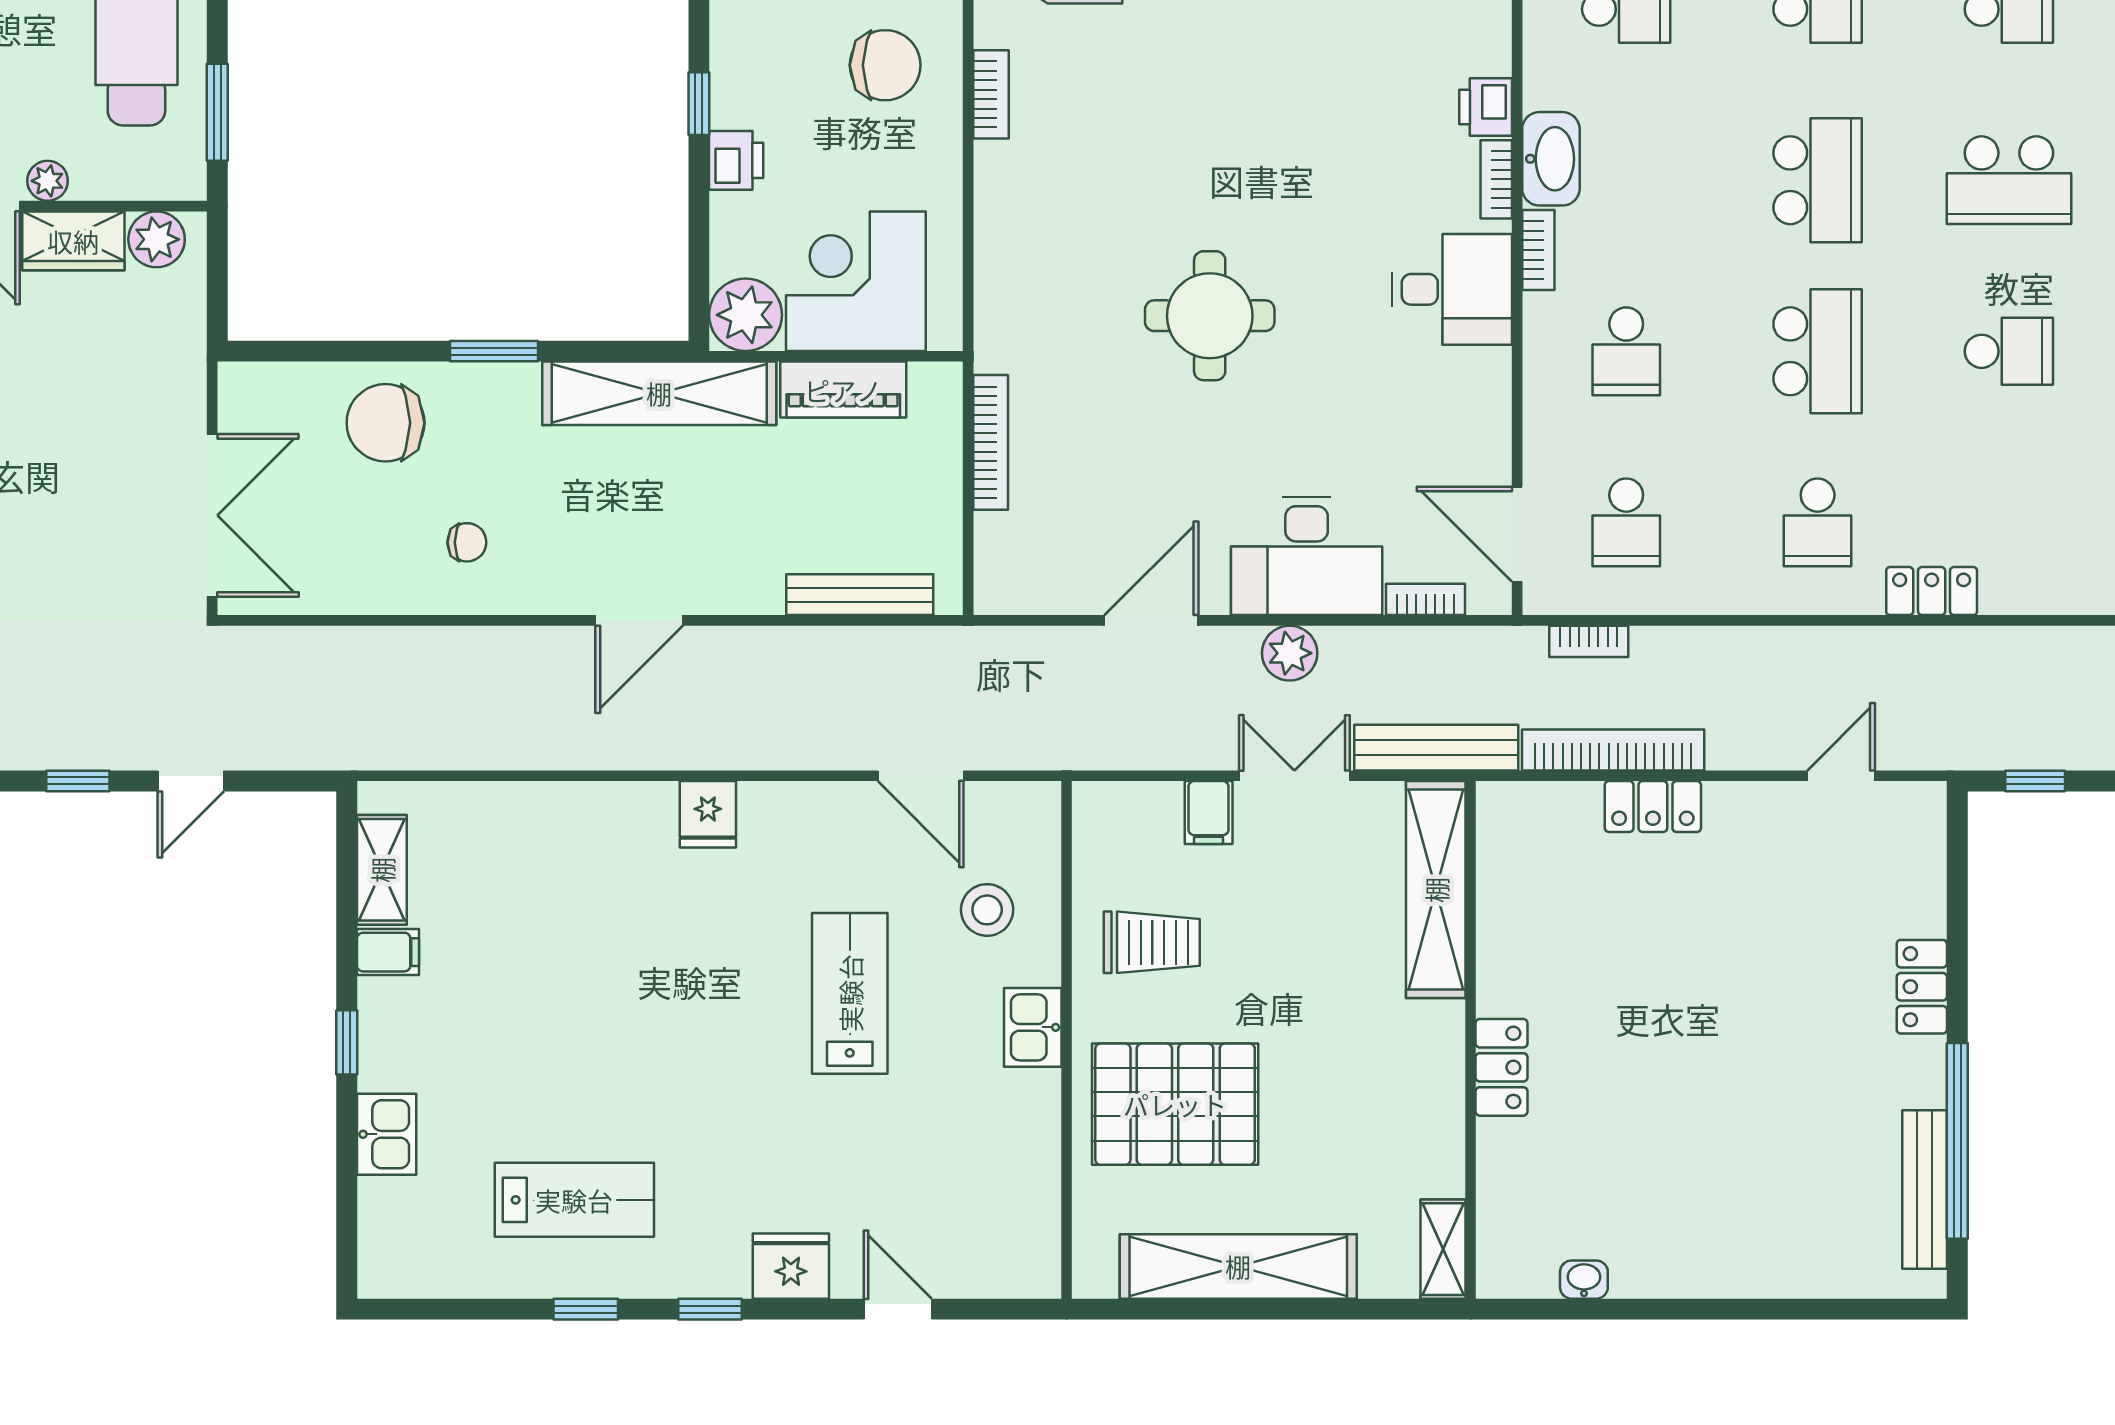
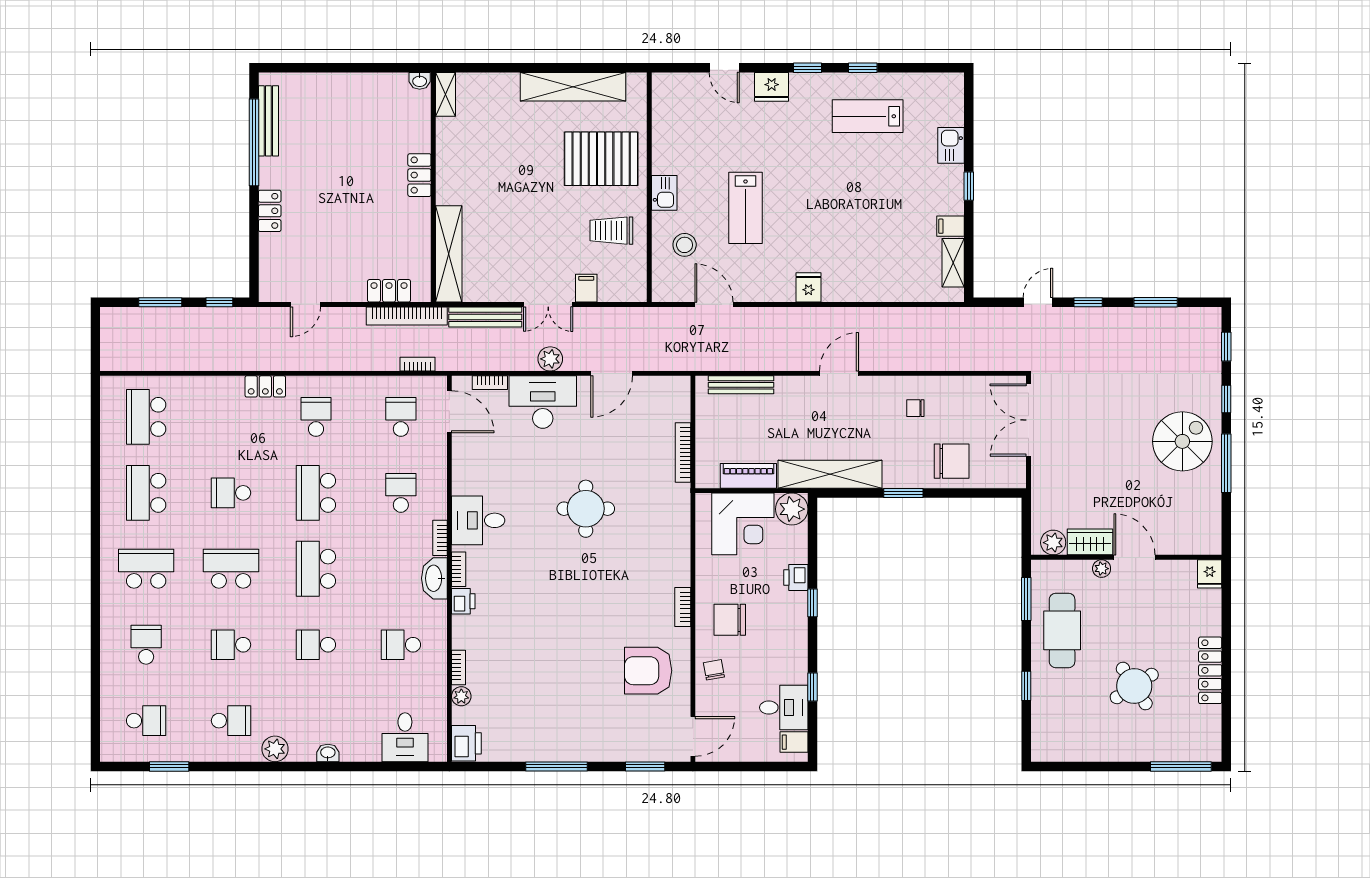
shelving: (1436, 890) -> (449, 254), moved
wall: (1470, 1040) -> (433, 187), moved
locker: (1501, 1067) -> (419, 175), moved
shelving: (1443, 1249) -> (445, 94), moved

